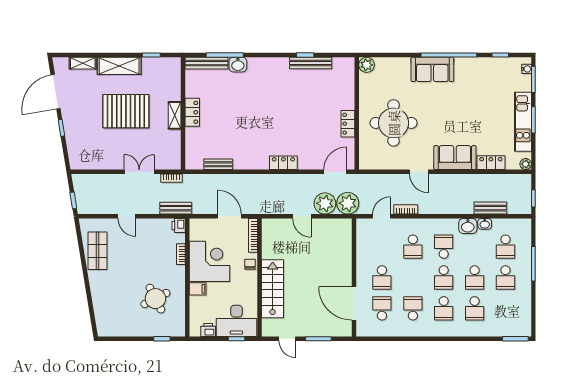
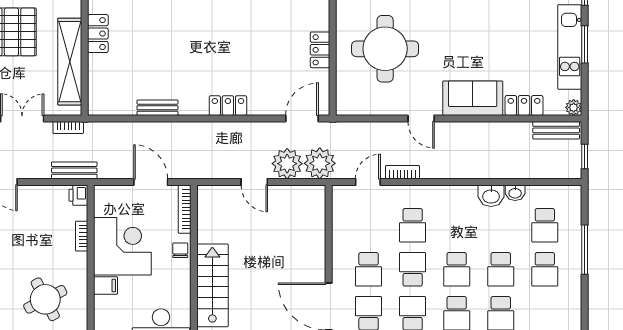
shelving: (175, 115) -> (70, 62), width x2.20, depth x1.33
bench: (218, 164) -> (157, 108), moved
bench: (490, 208) -> (556, 130), moved
school desk: (444, 247) -> (413, 269), moved

